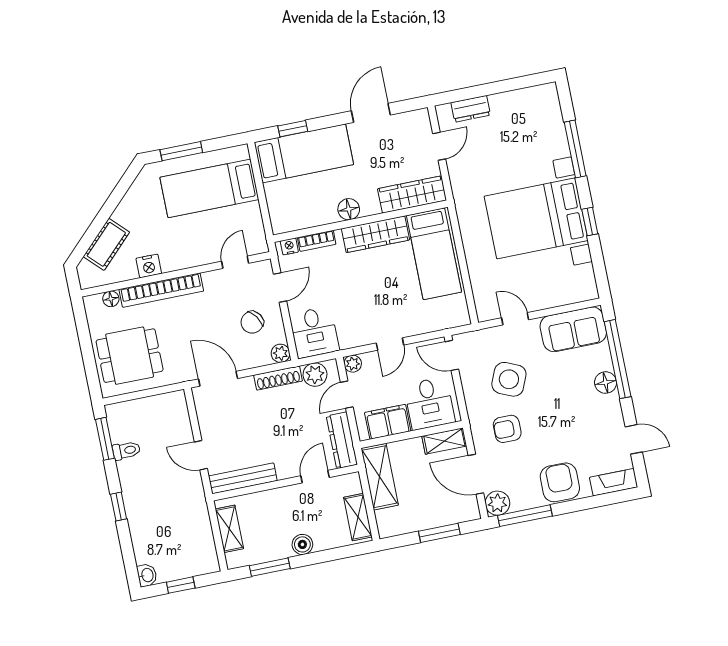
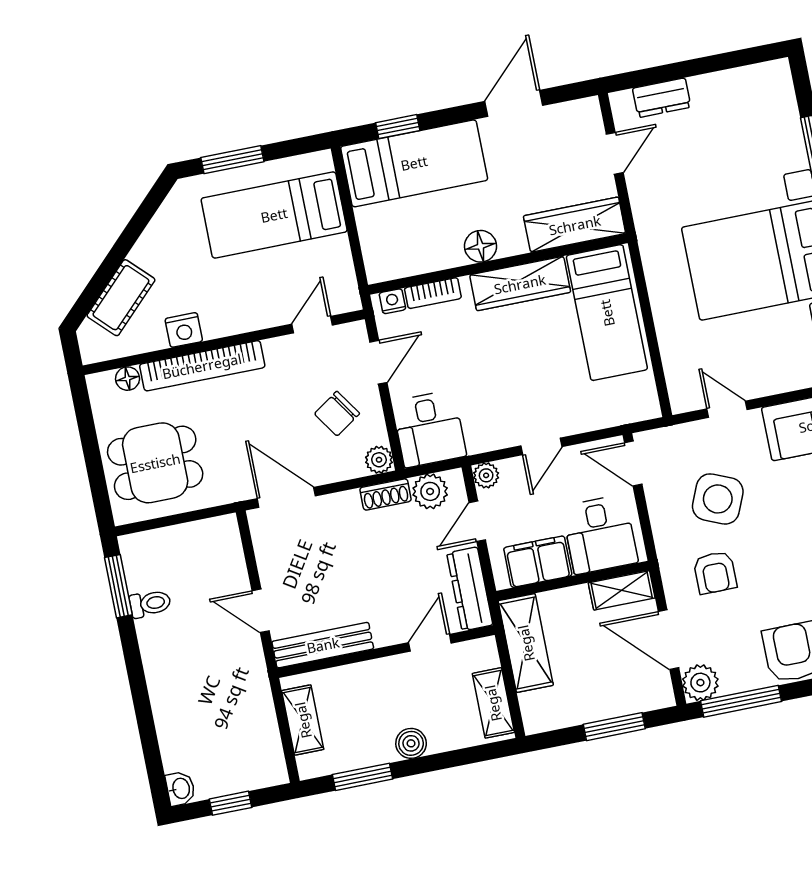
shoe rack: (278, 378) -> (386, 494), width x0.70
armchair: (507, 429) -> (715, 572), turned -90
window: (119, 507) -> (138, 687), removed

